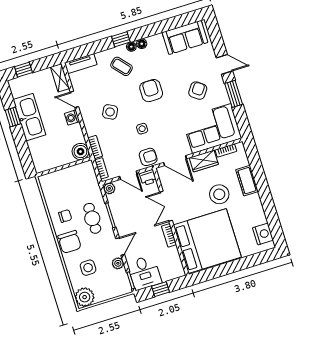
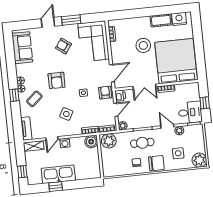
armchair: (151, 91) -> (57, 80), turned -90
wardrobe: (204, 161) -> (116, 52), removed
plant: (86, 174) -> (109, 141), added
cot: (247, 181) -> (161, 20), moved

